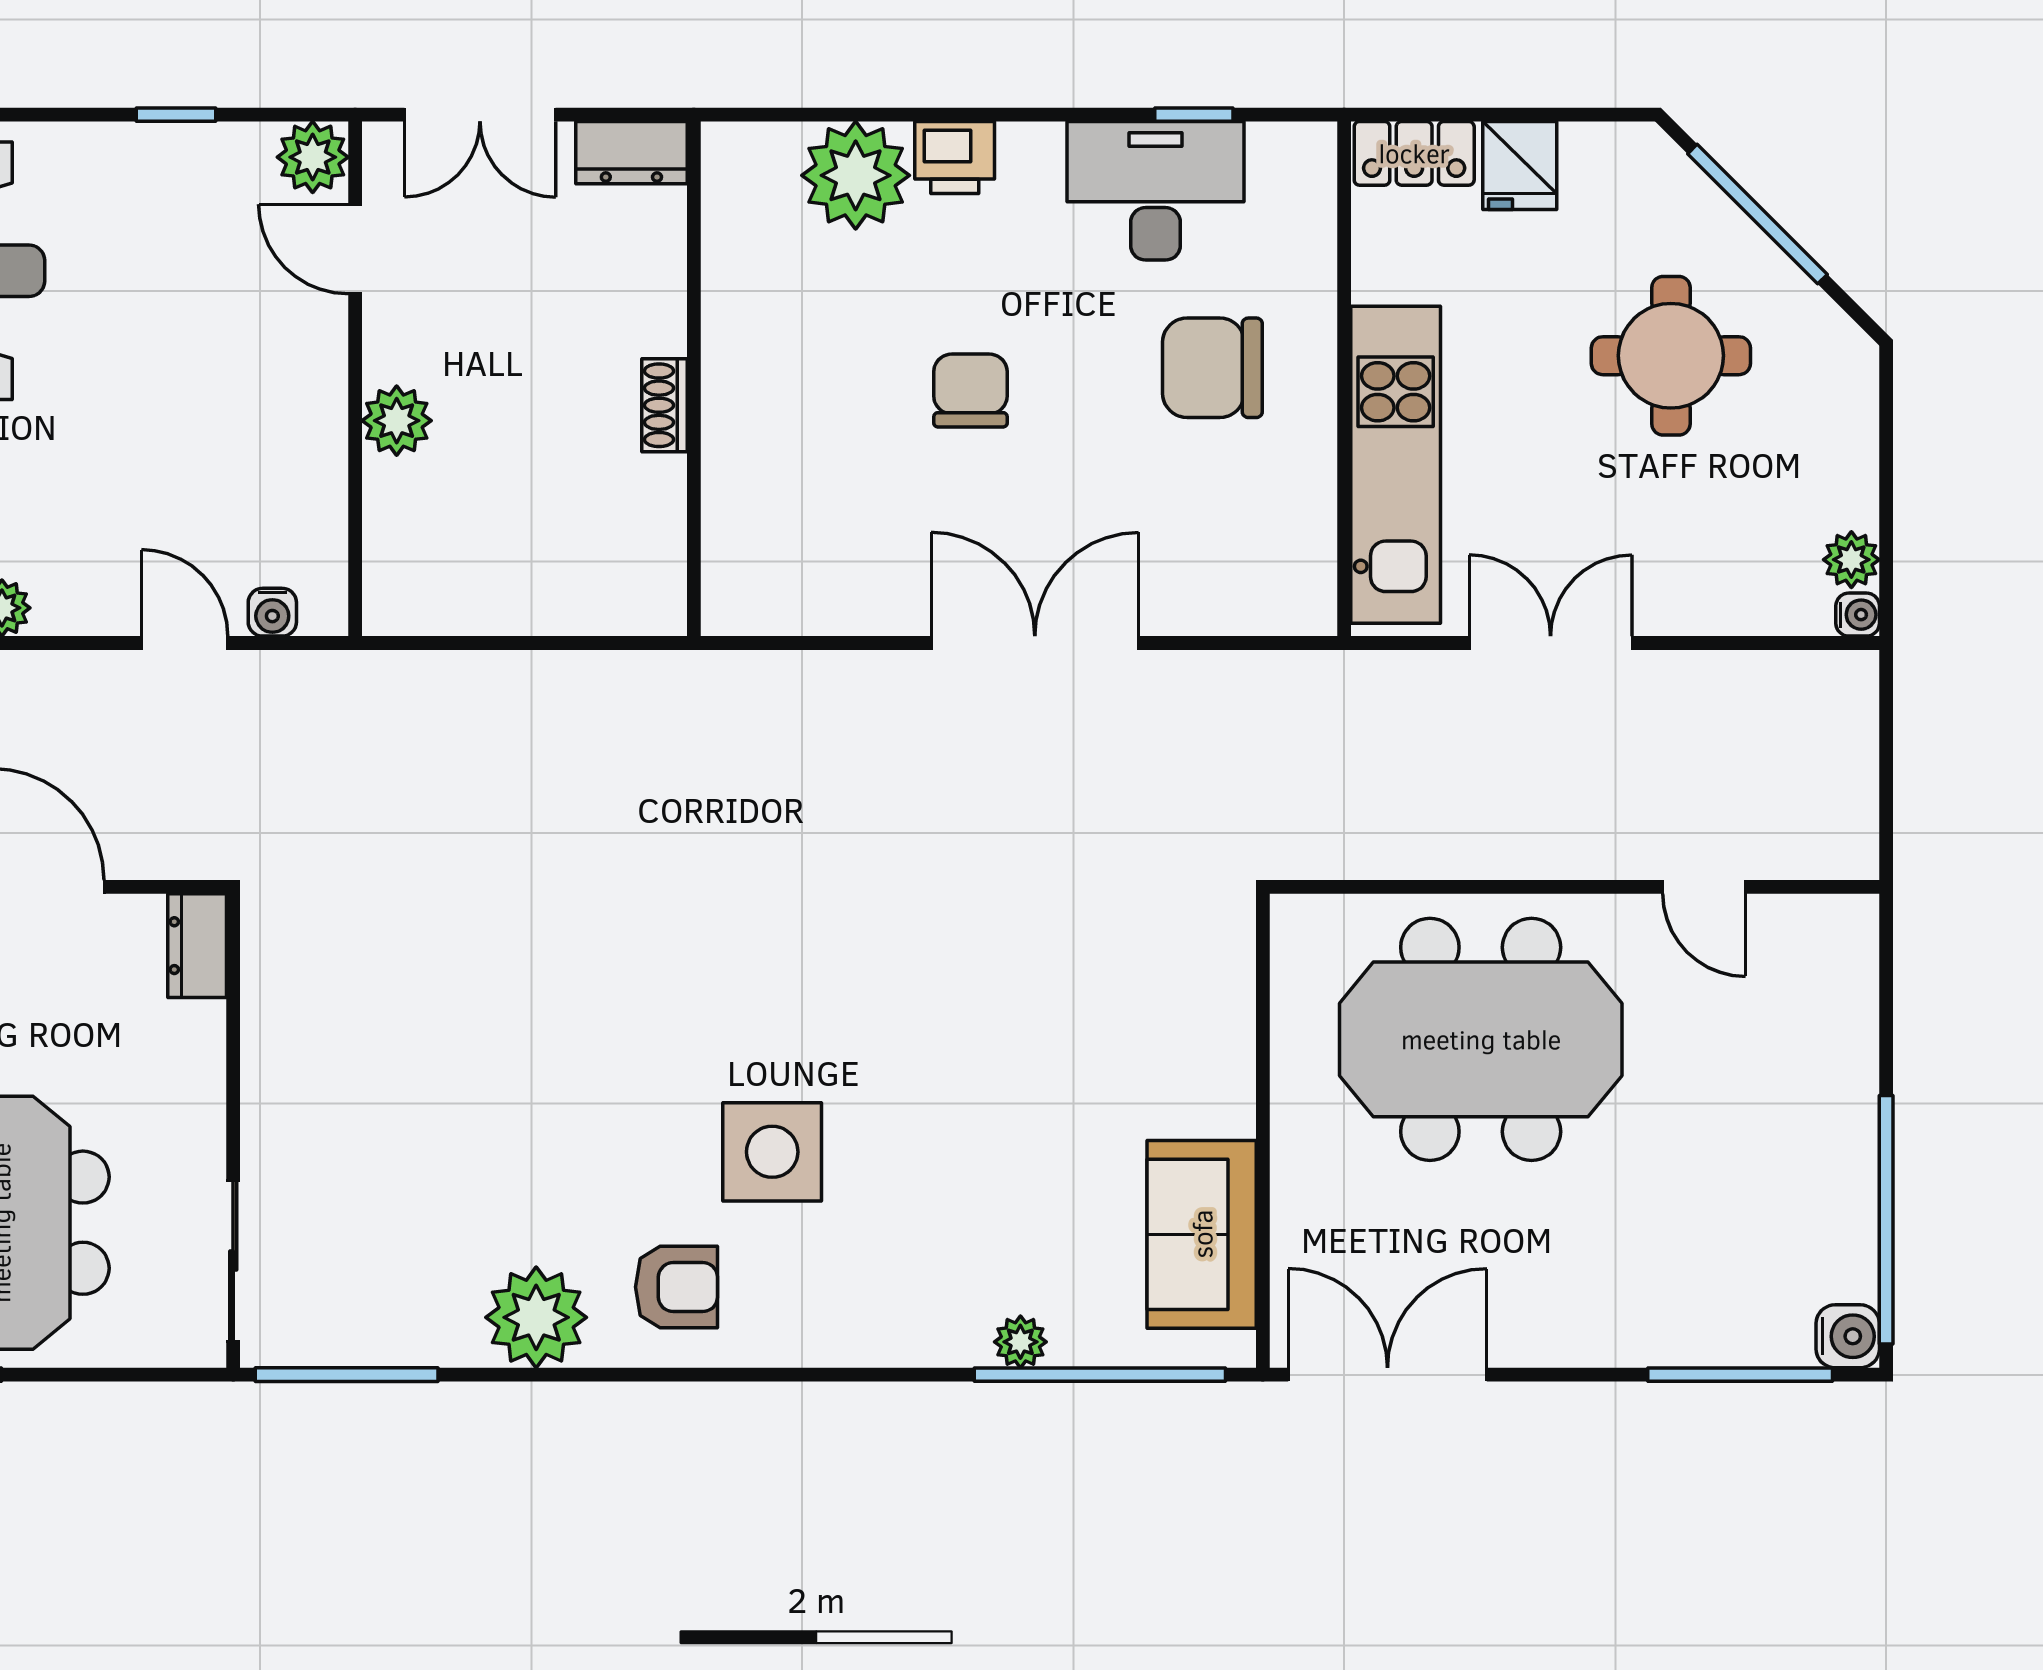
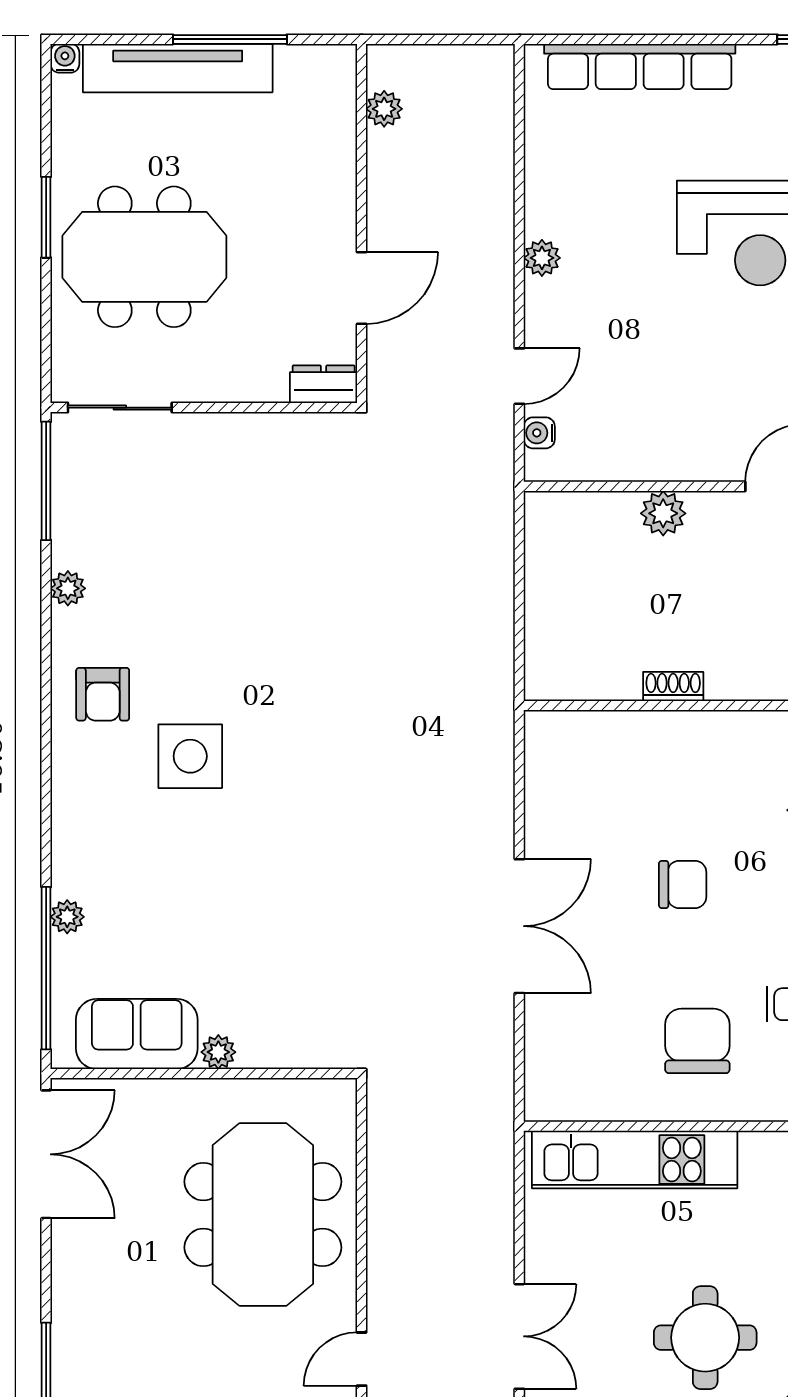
double door: (1551, 643) -> (519, 1336), moved
plant: (1229, 1108) -> (218, 1052), added
plant: (536, 1317) -> (68, 588), width x0.53, depth x0.53

